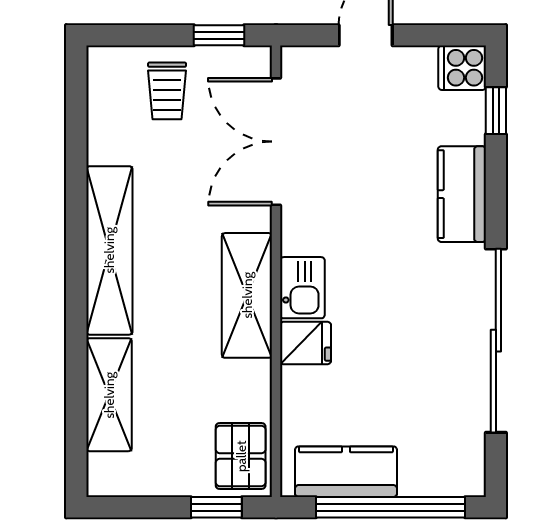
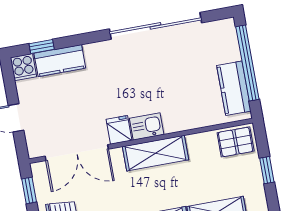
kitchen counter: (462, 194) -> (60, 61), moved
fridge: (305, 343) -> (119, 130), moved
window: (216, 507) -> (267, 170), moved

